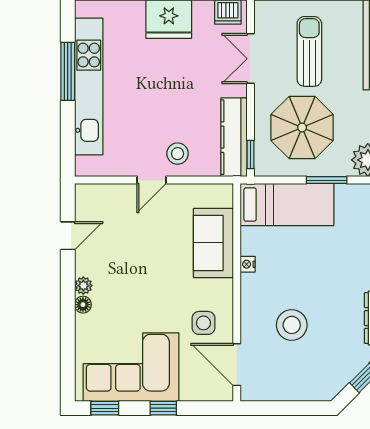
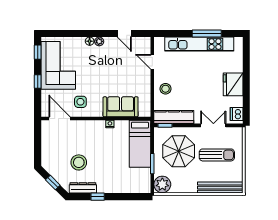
door: (152, 180) -> (152, 62), moved
stool: (292, 325) -> (79, 162), moved
door: (237, 365) -> (60, 119), hinge flipped

